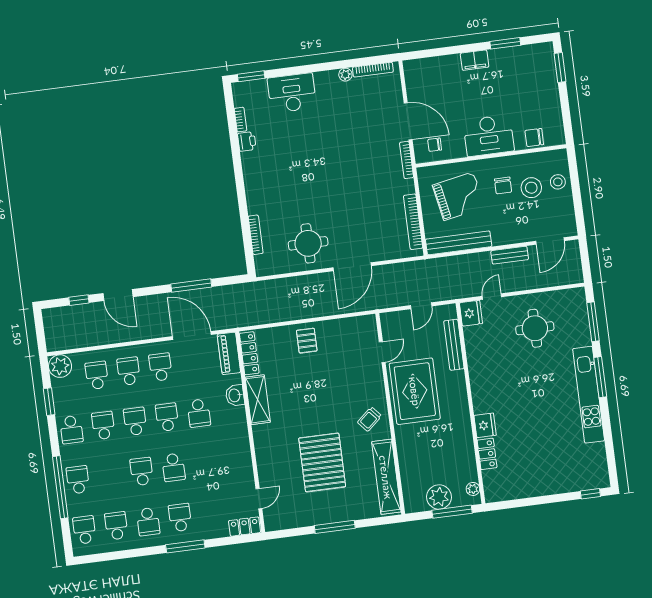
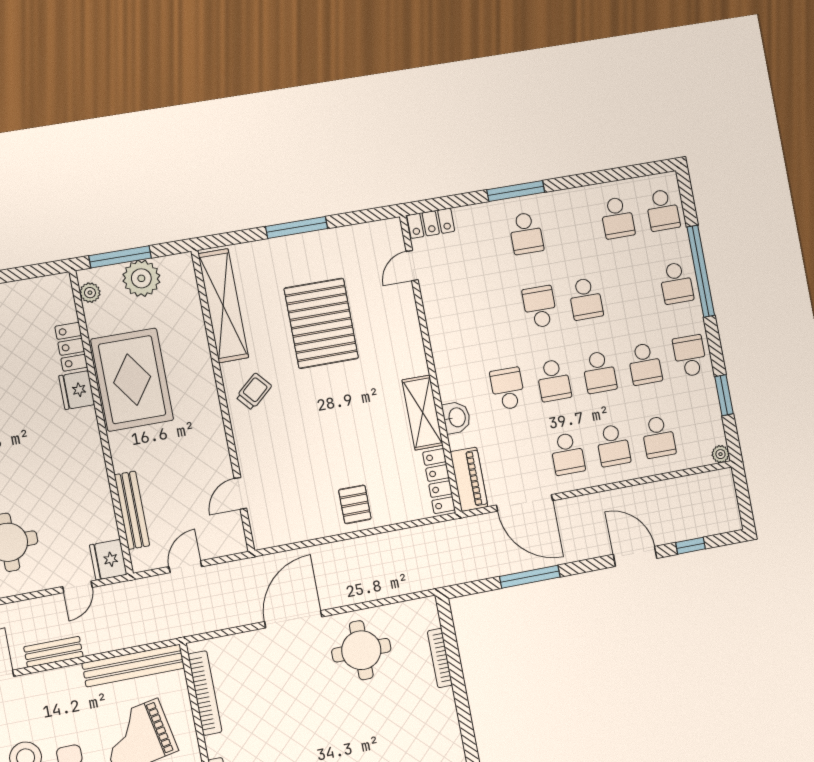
plant: (60, 366) -> (720, 454), width x0.53, depth x0.53
rug: (415, 391) -> (132, 380), moved
school desk: (148, 522) -> (572, 225), removed

